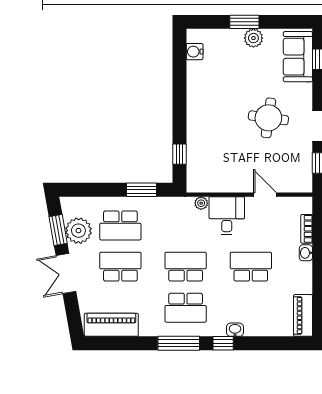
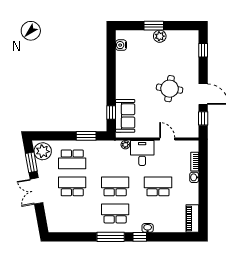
sofa: (298, 57) -> (125, 116), moved, turned 180
plant: (78, 231) -> (43, 151), moved
school desk: (186, 308) -> (115, 213), turned 180
piano: (111, 325) -> (66, 225), removed

